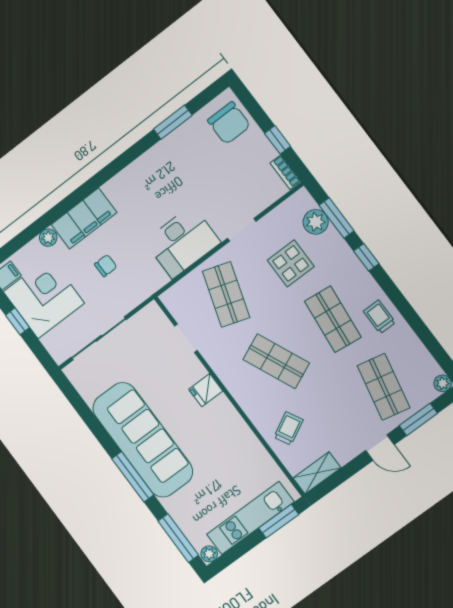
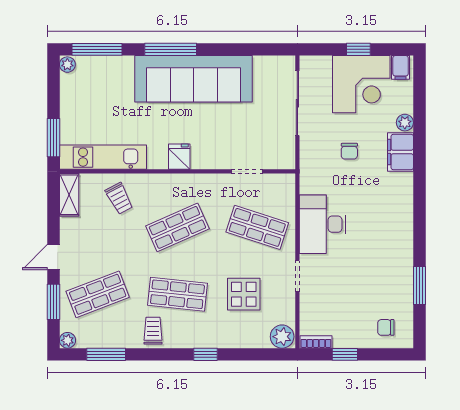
chair: (229, 123) -> (386, 327), width x0.54, depth x0.54
window: (337, 218) -> (106, 354), moved
filing cabinet: (84, 219) -> (400, 152), width x0.67, depth x0.86
plant: (316, 222) -> (282, 337), moved
trolley: (379, 317) -> (153, 331), turned -90
shop shelf: (384, 387) -> (98, 294), turned -33
fridge: (206, 390) -> (179, 157), moved
kitchen unit: (250, 518) -> (103, 157), moved, turned -90

